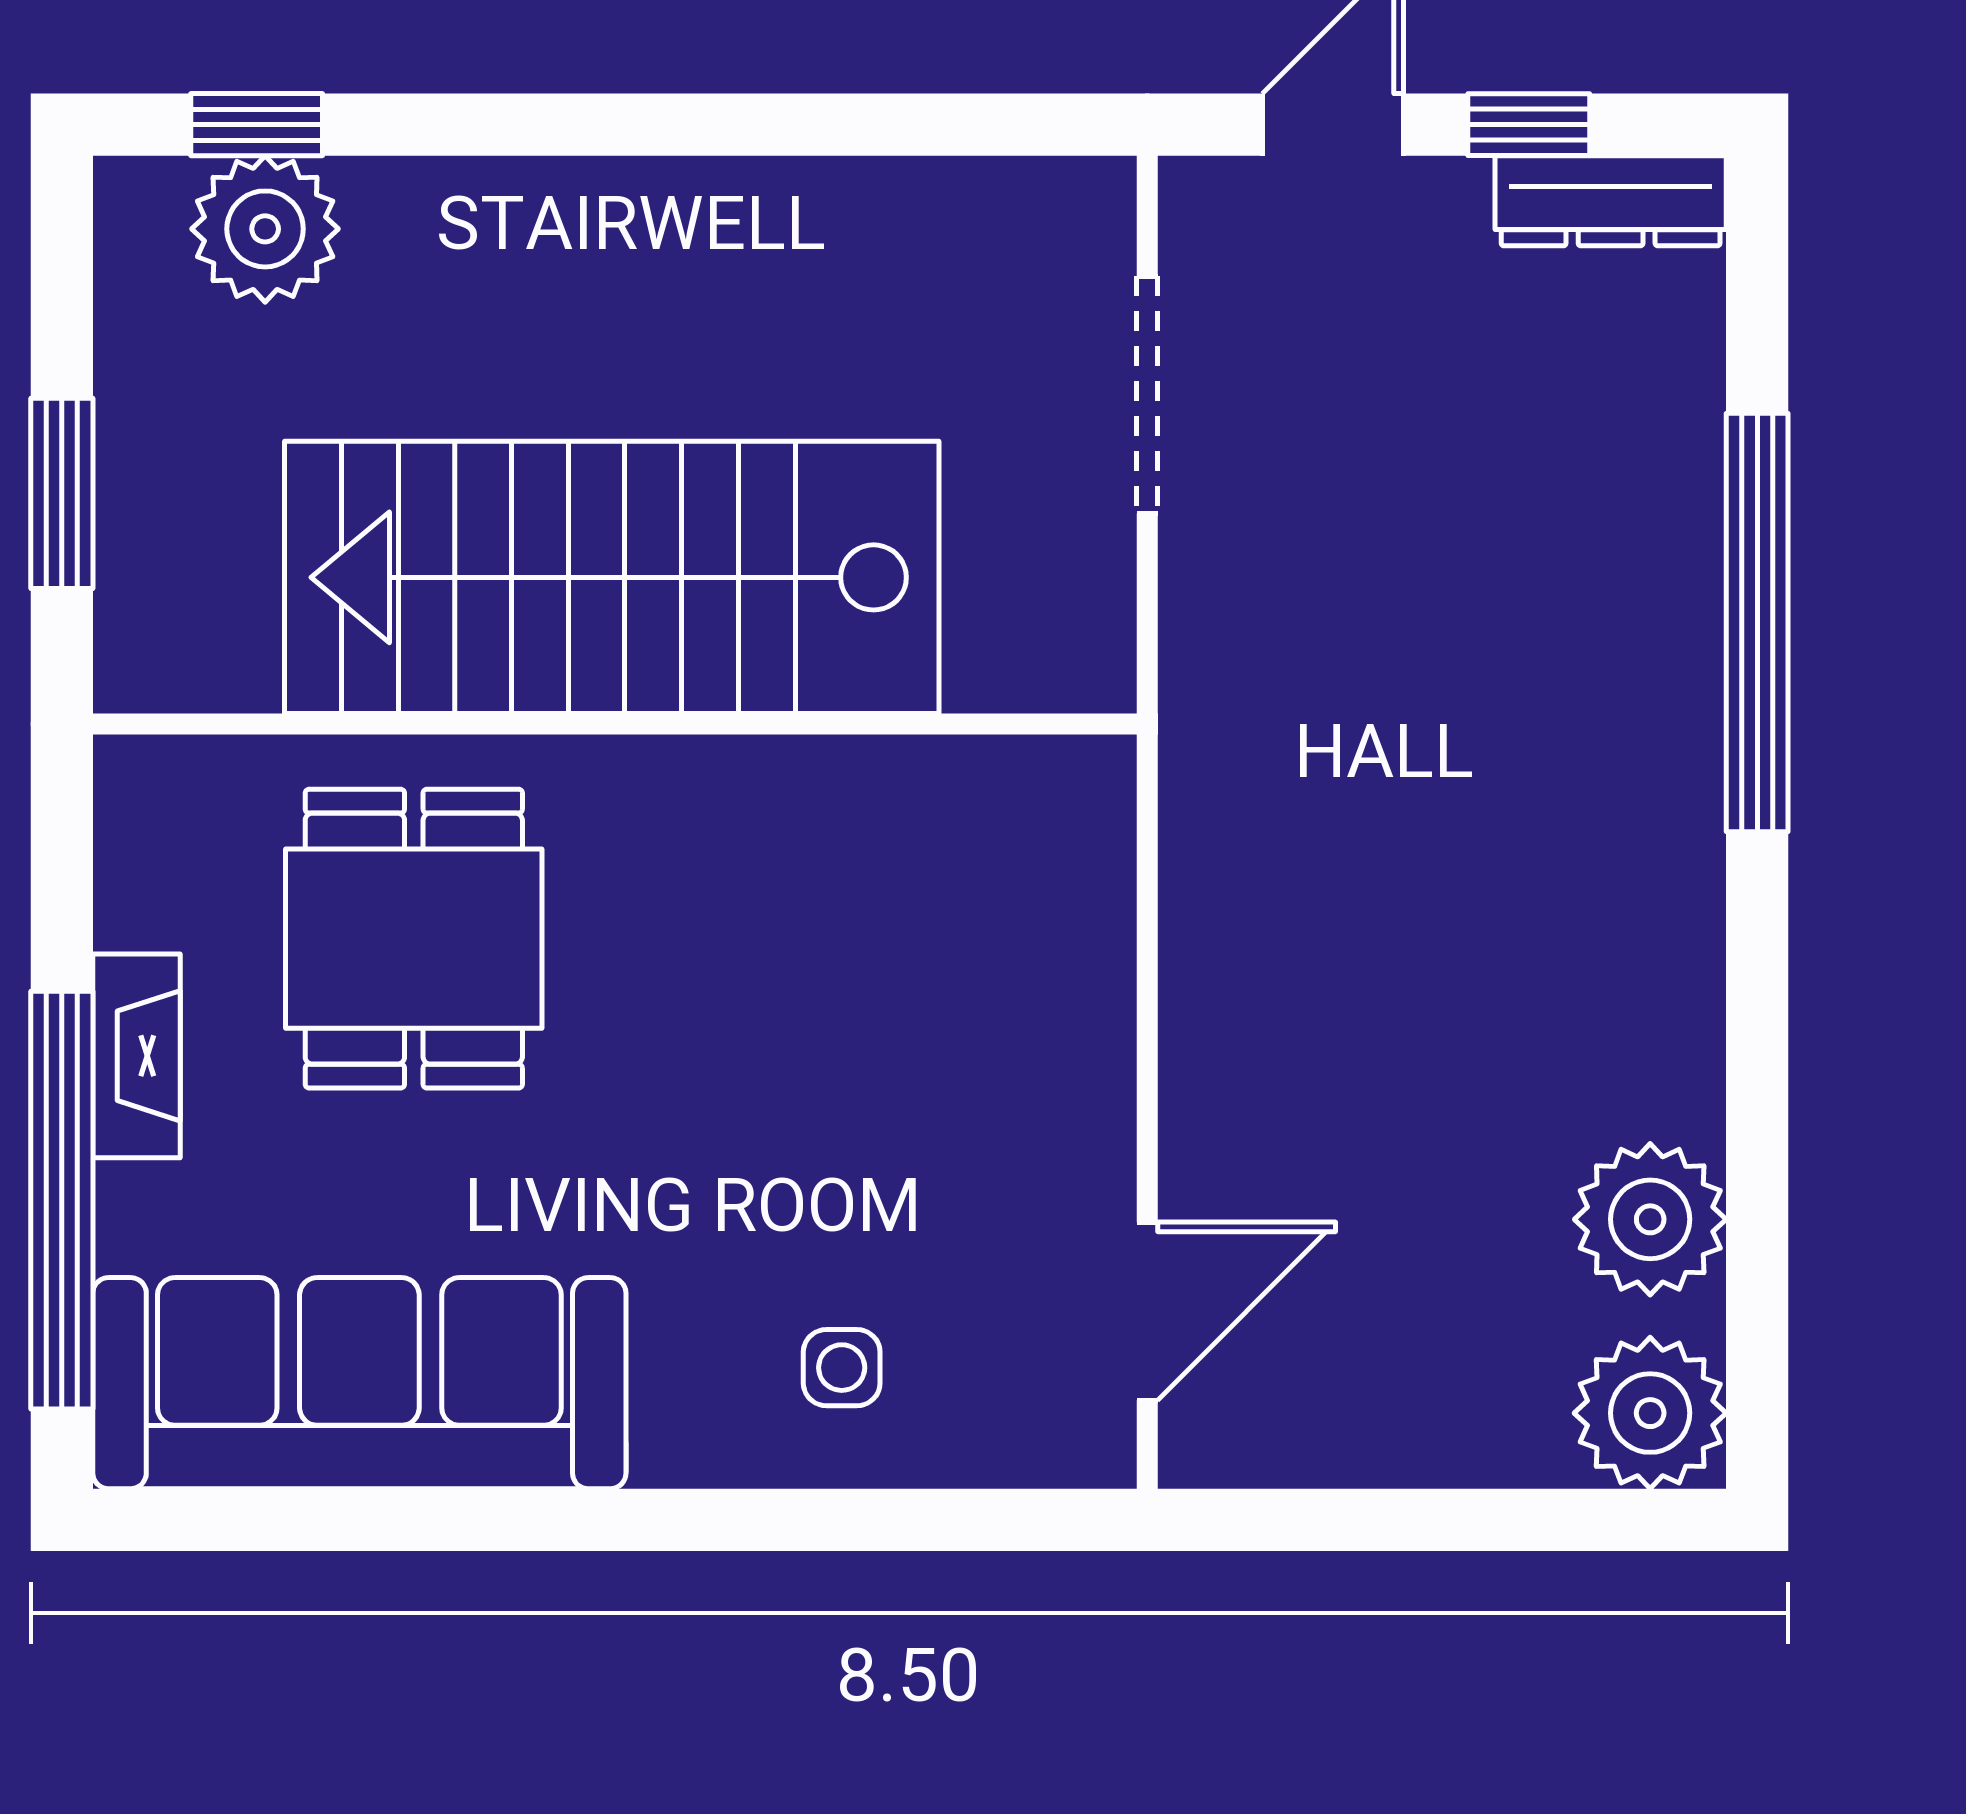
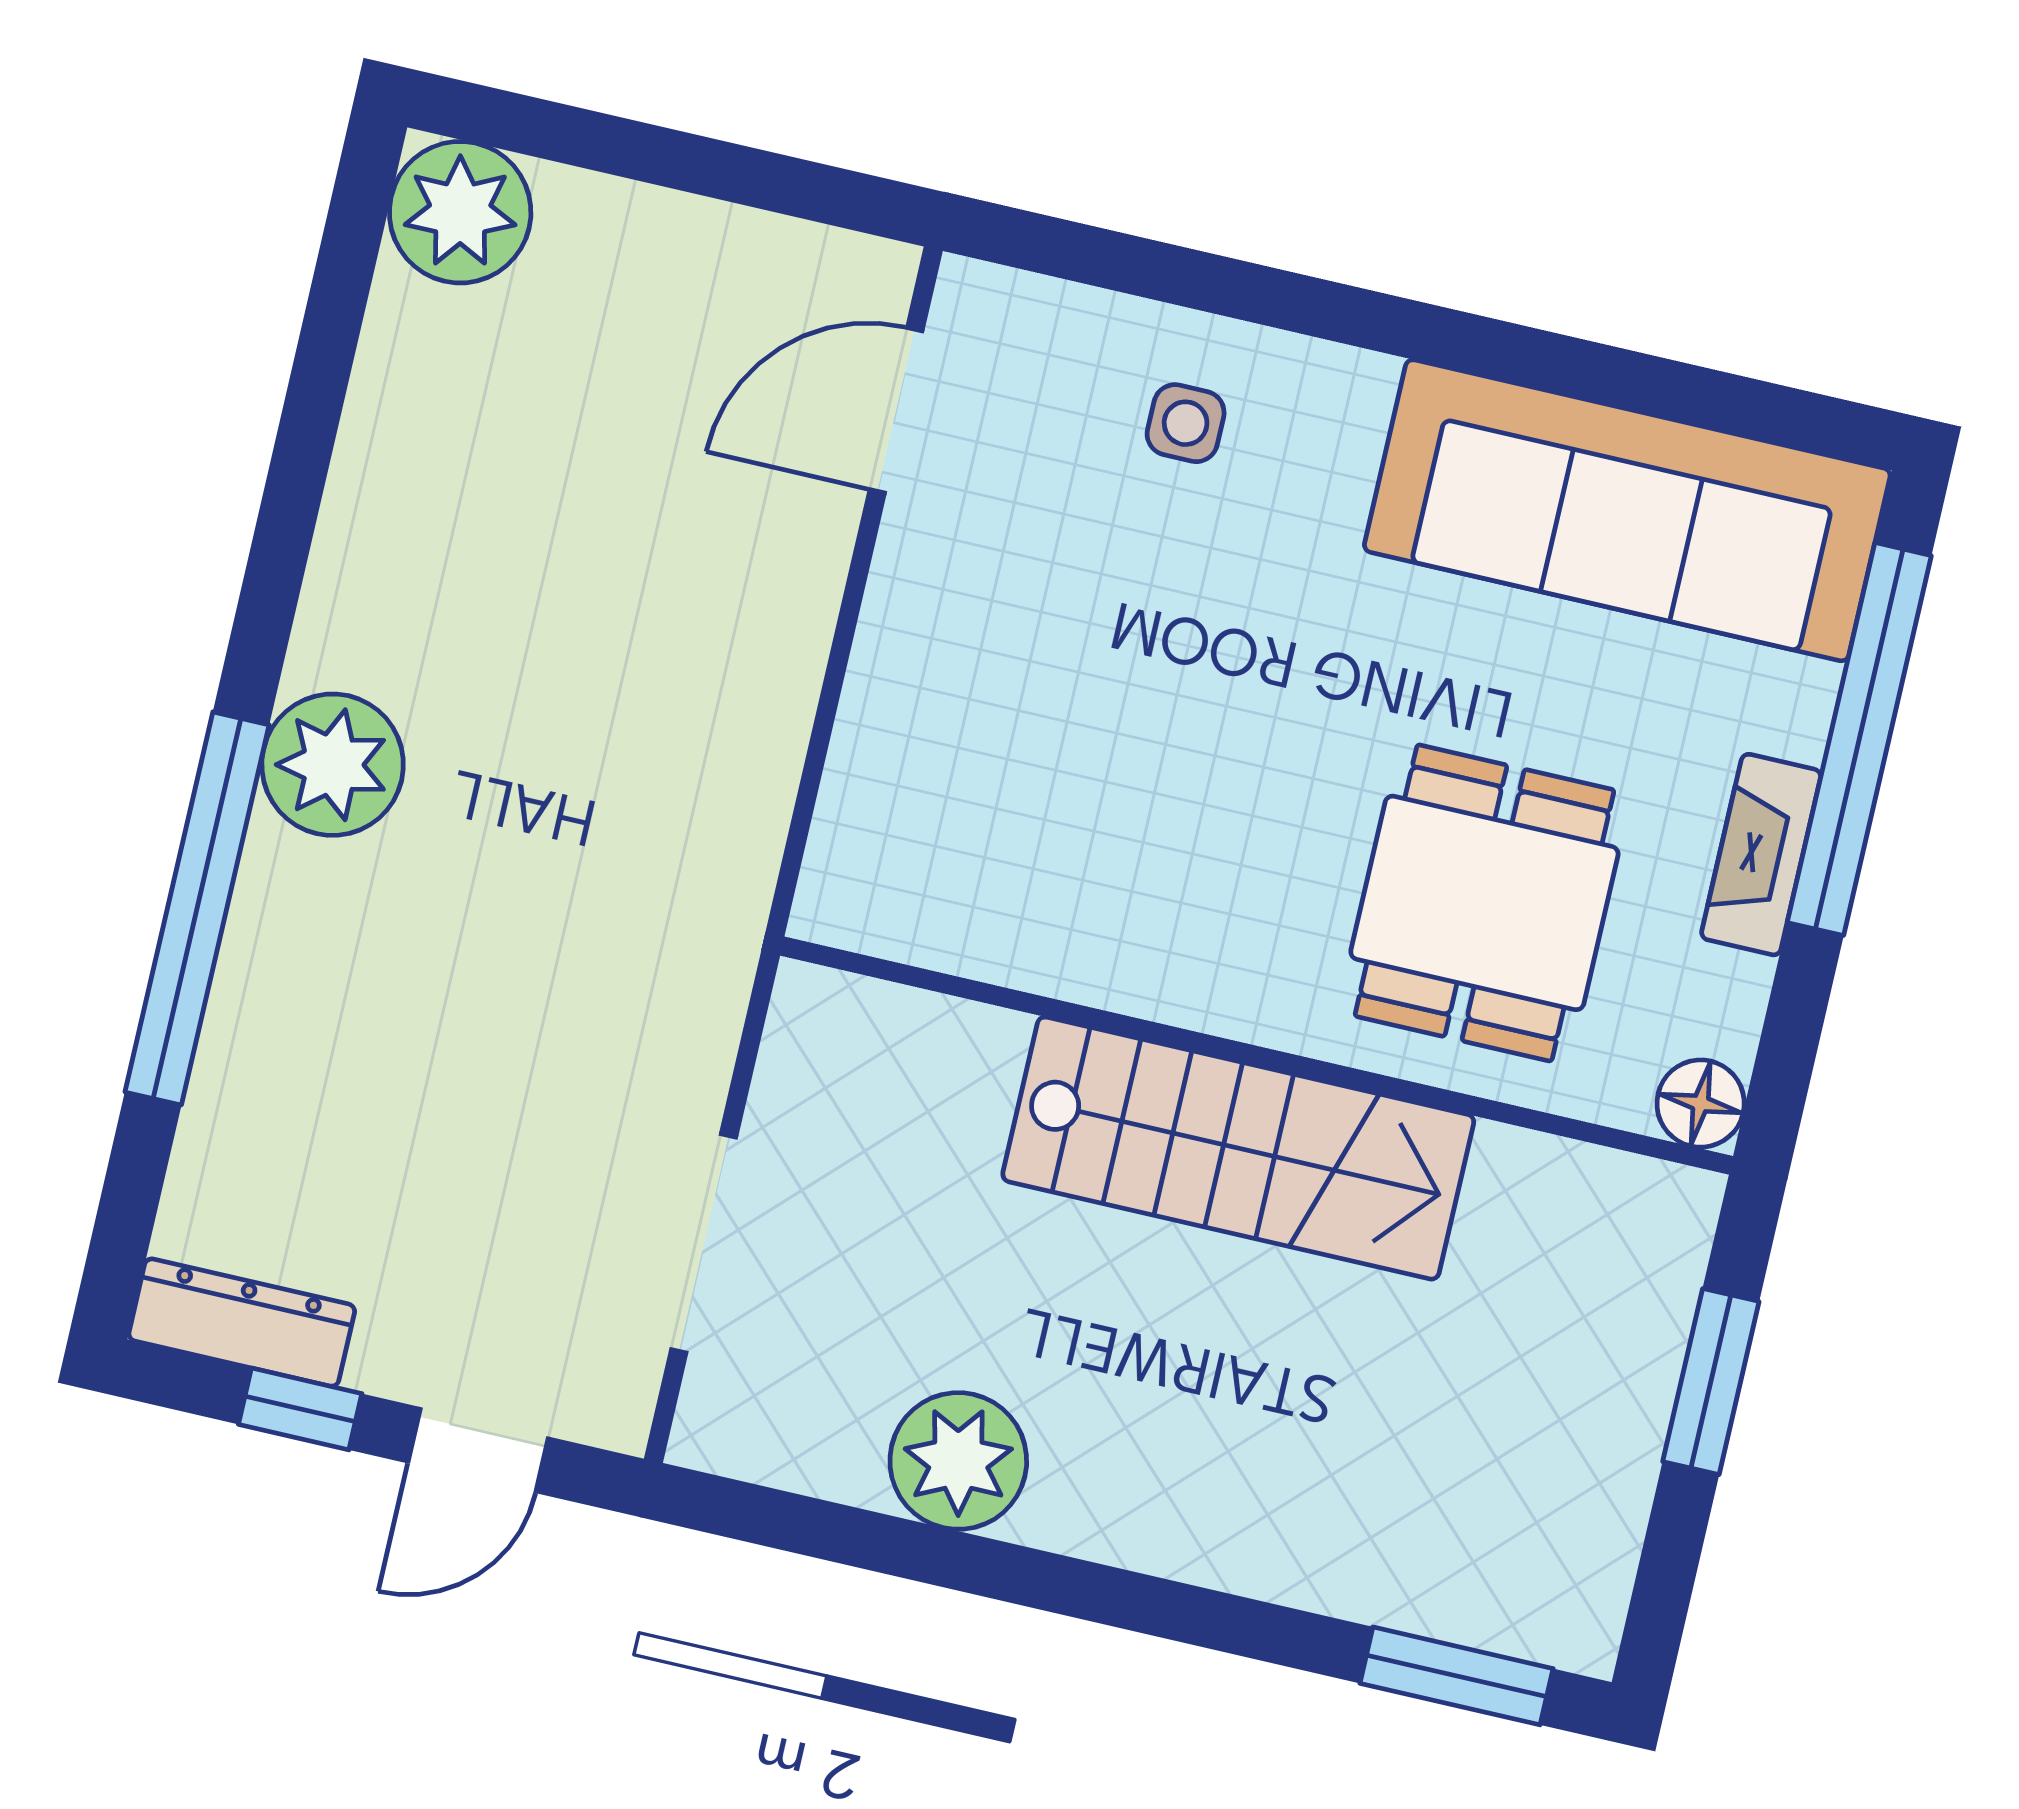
window: (257, 125) -> (1456, 1676), width x1.50
plant: (265, 229) -> (958, 1461), moved
stairs: (612, 577) -> (1238, 1148), width x0.73, depth x0.66
floor lamp: (140, 781) -> (1701, 1104), added
plant: (1650, 1219) -> (333, 765), moved

